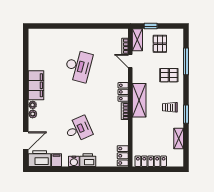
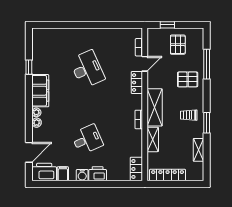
shelving: (137, 40) -> (153, 139), moved
door: (130, 61) -> (145, 64), swing flipped
window: (26, 64) -> (29, 67), added
desk: (78, 66) -> (87, 69), turned -39
locker: (123, 92) -> (137, 82), moved

